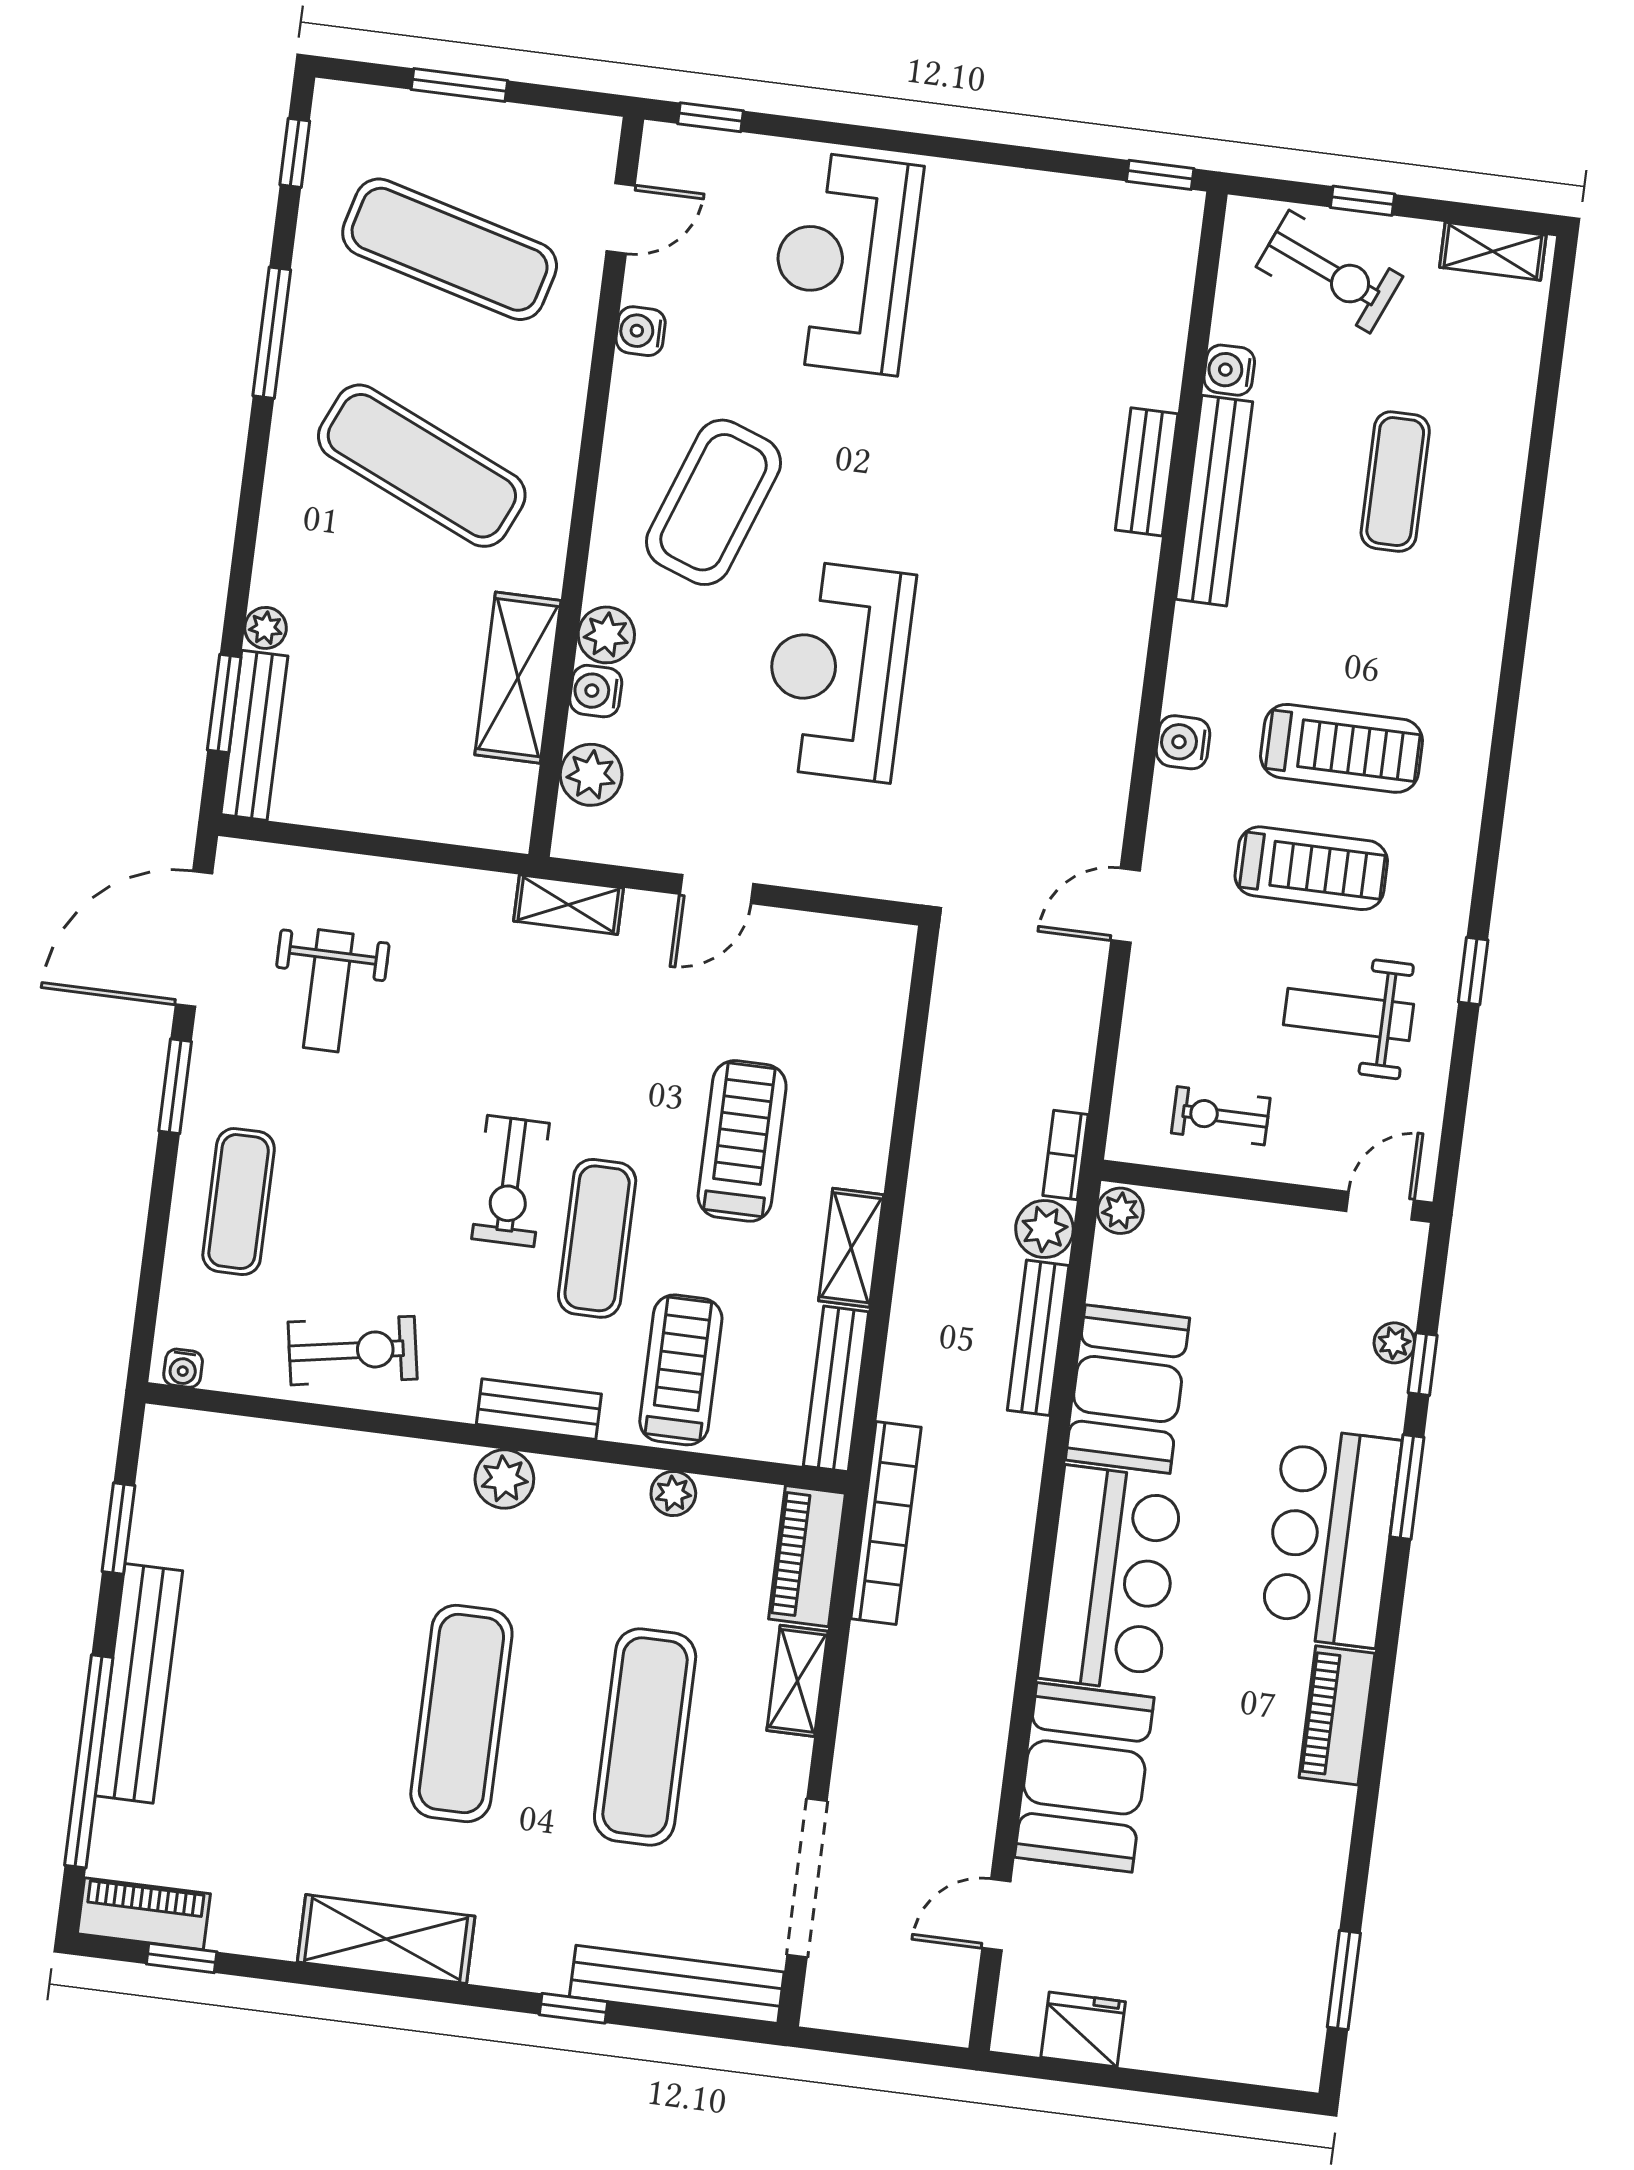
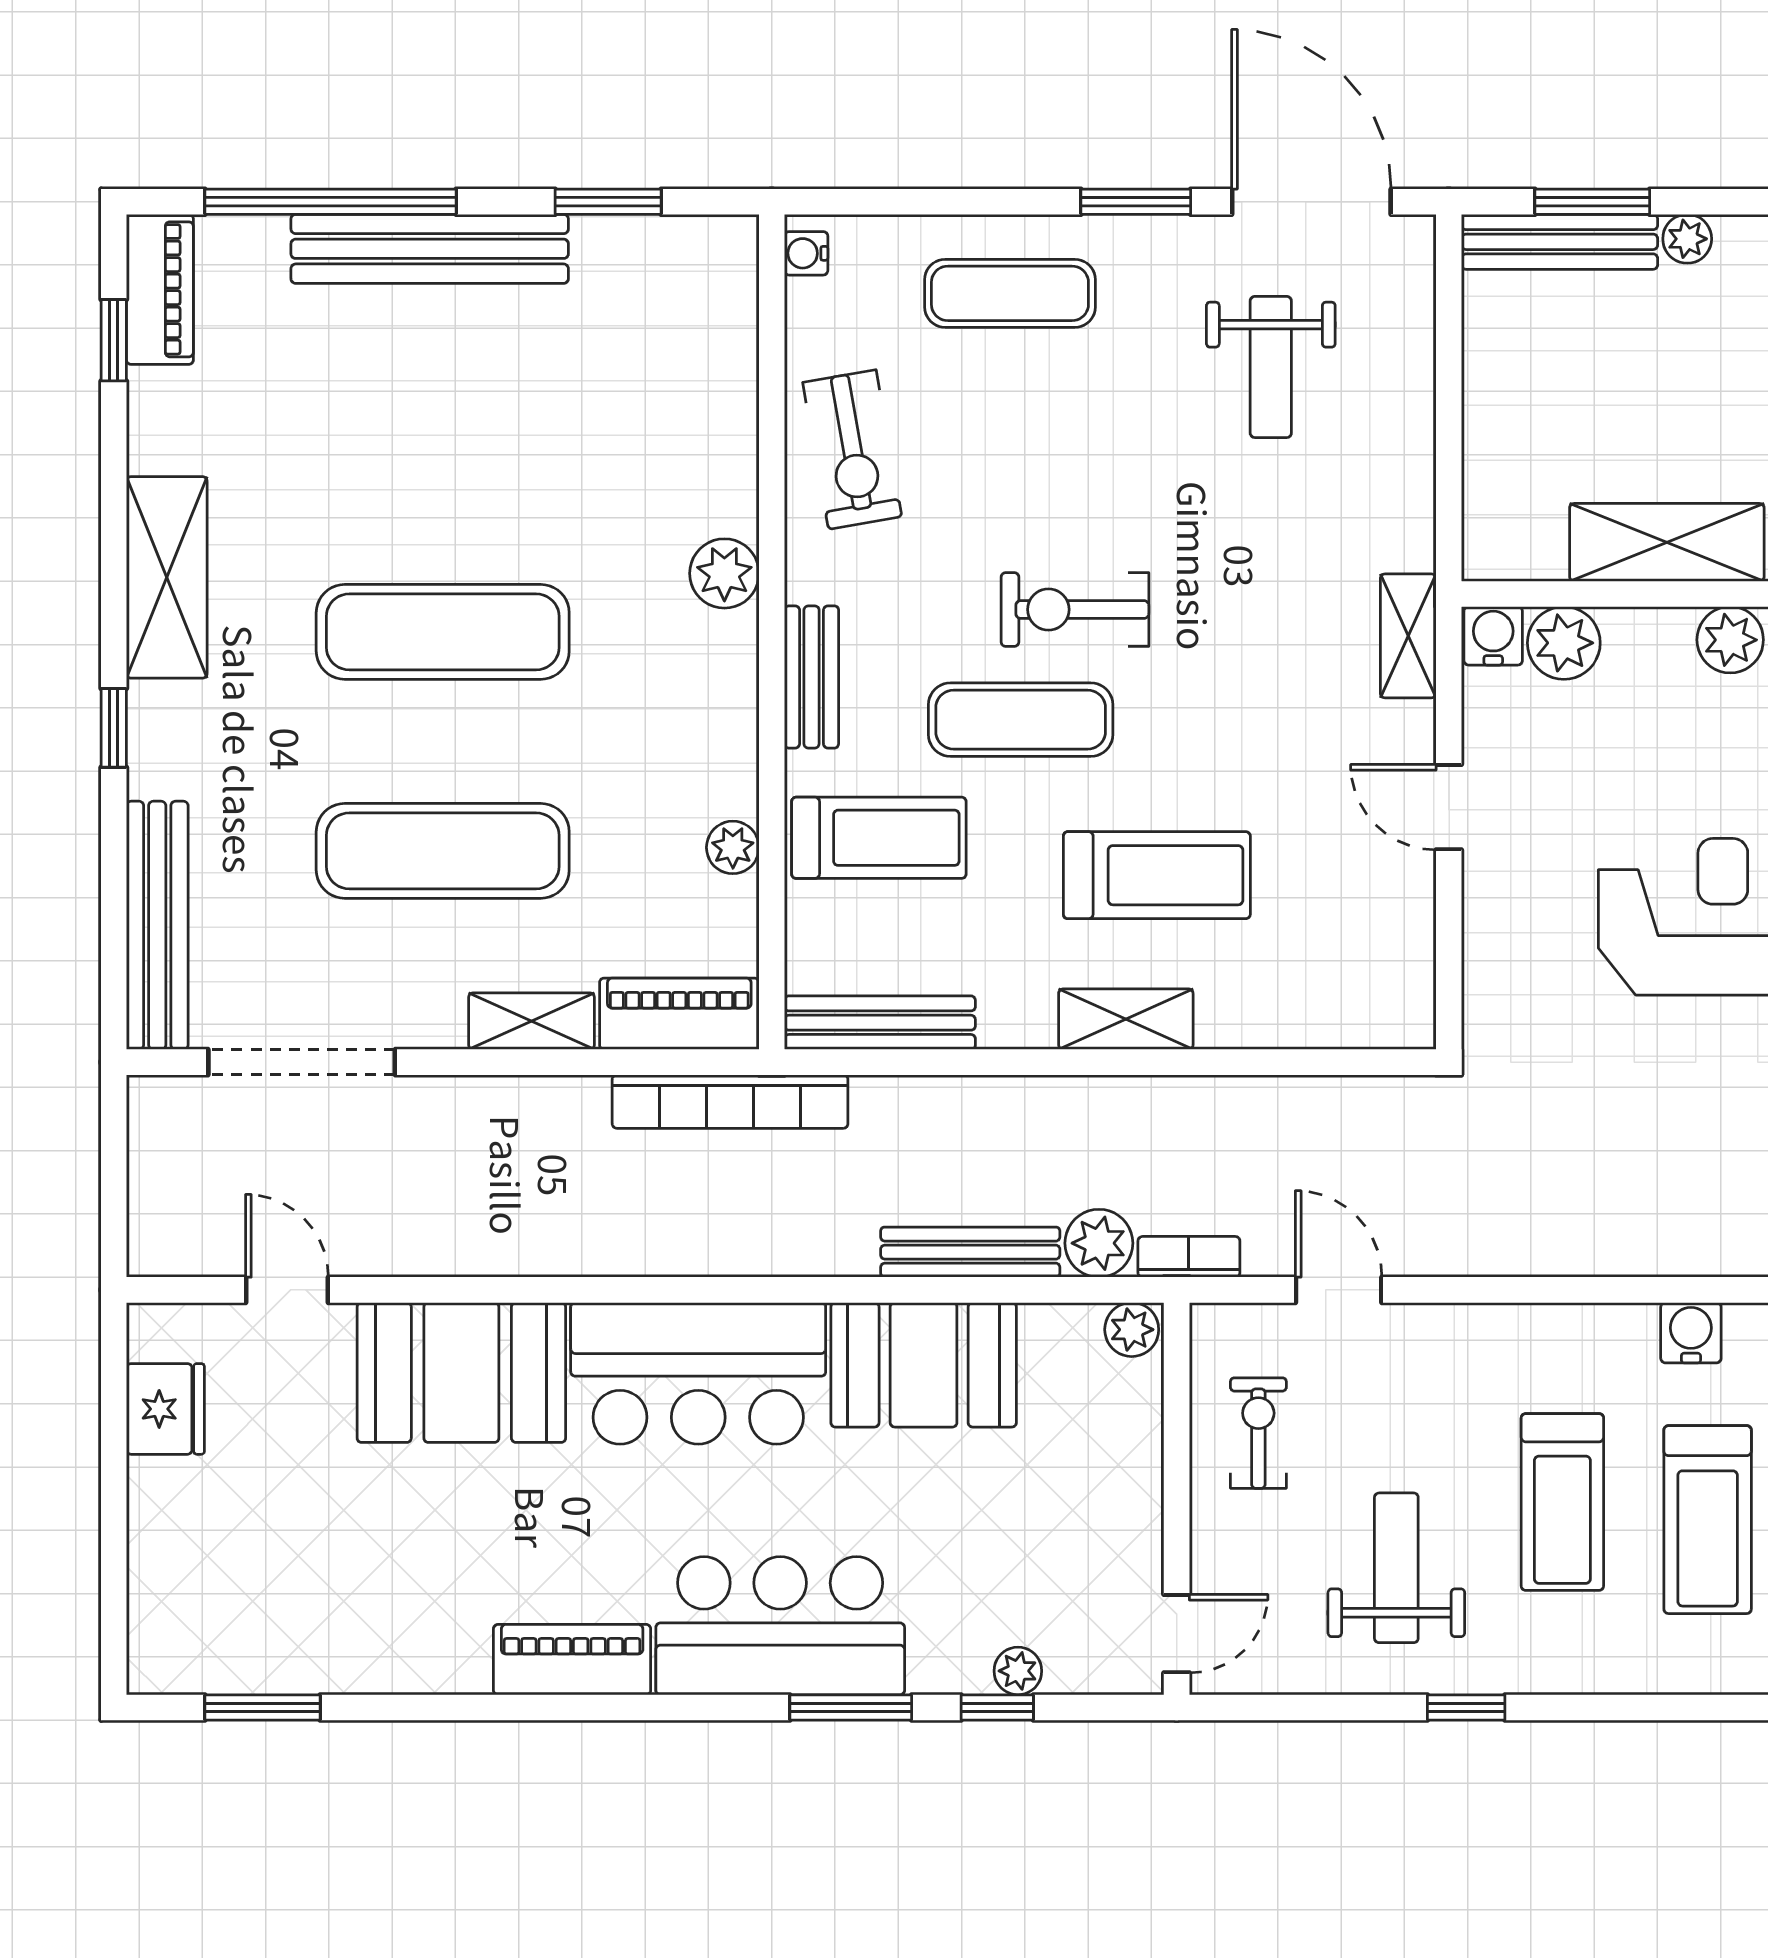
water cooler: (596, 691) -> (1493, 636), moved
door: (1126, 905) -> (1339, 1290), moved
weight bench: (328, 991) -> (1271, 367), turned -90
door: (1380, 1206) -> (1177, 1634), hinge flipped
shelving: (851, 1248) -> (1126, 1019), moved
plant: (504, 1479) -> (724, 573), moved
window: (574, 2008) -> (114, 728), moved

